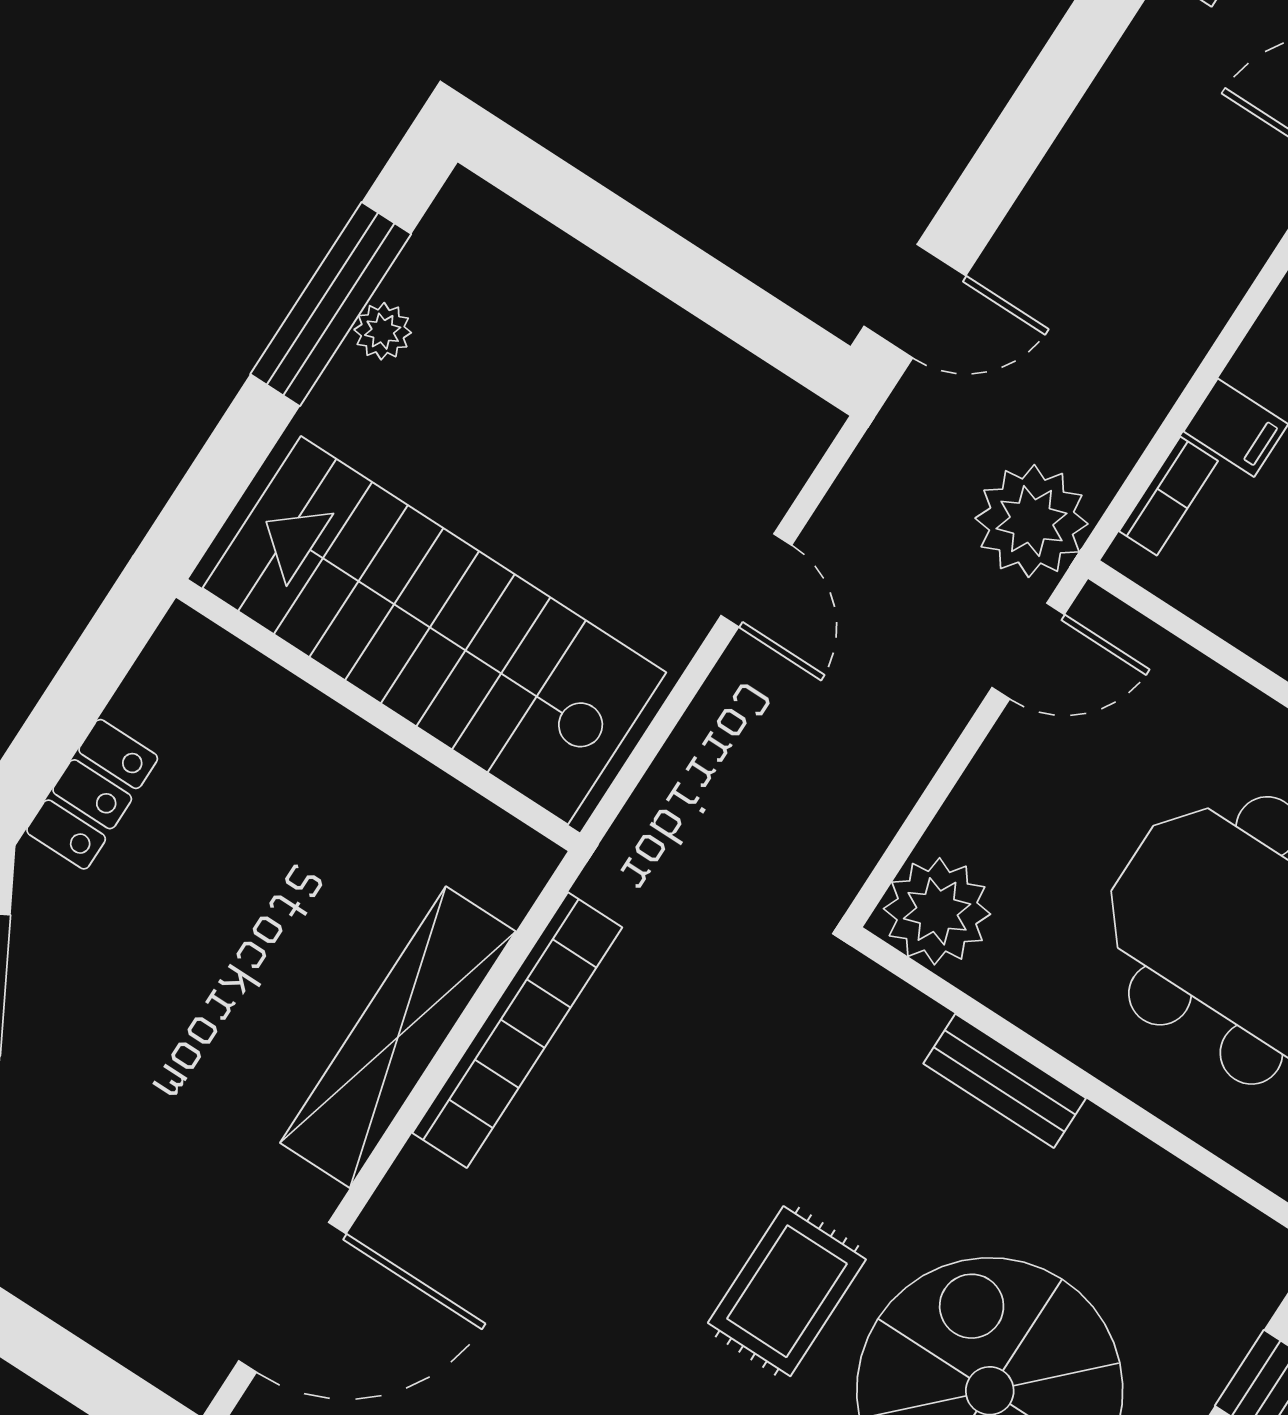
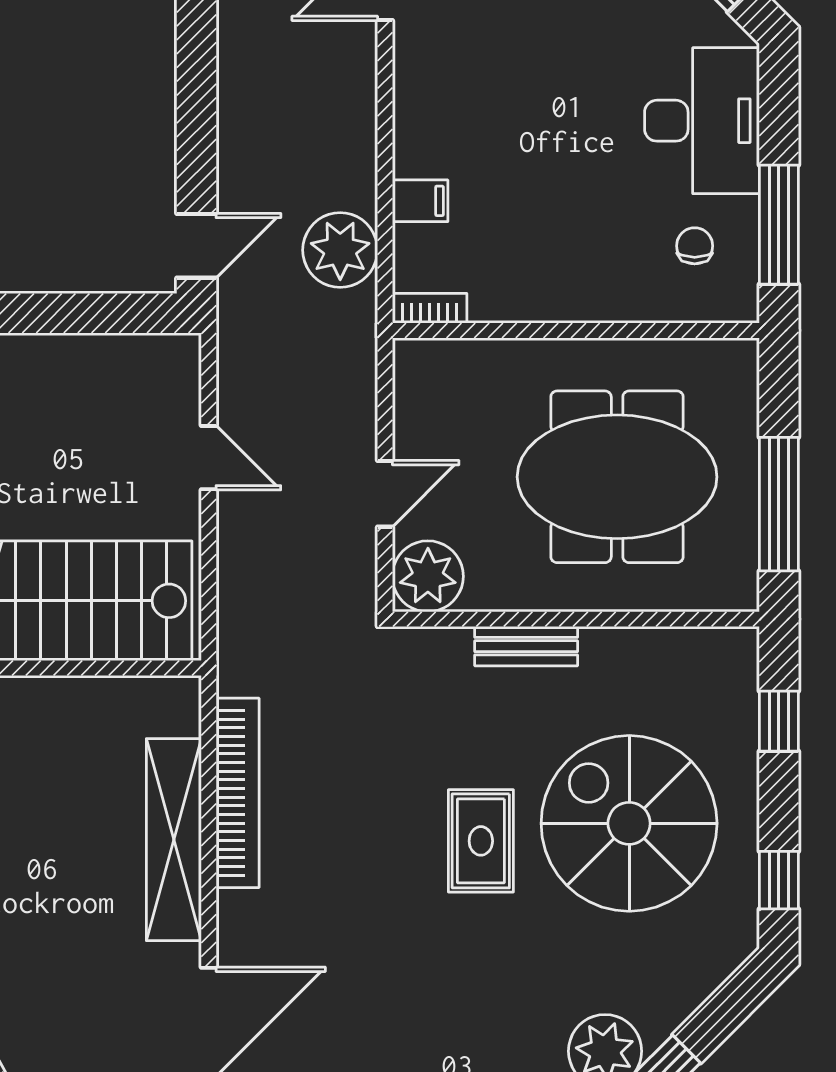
bookcase: (1169, 496) -> (430, 308), moved, turned -90
plant: (1032, 521) -> (340, 250), moved
door: (1028, 651) -> (385, 494), moved

